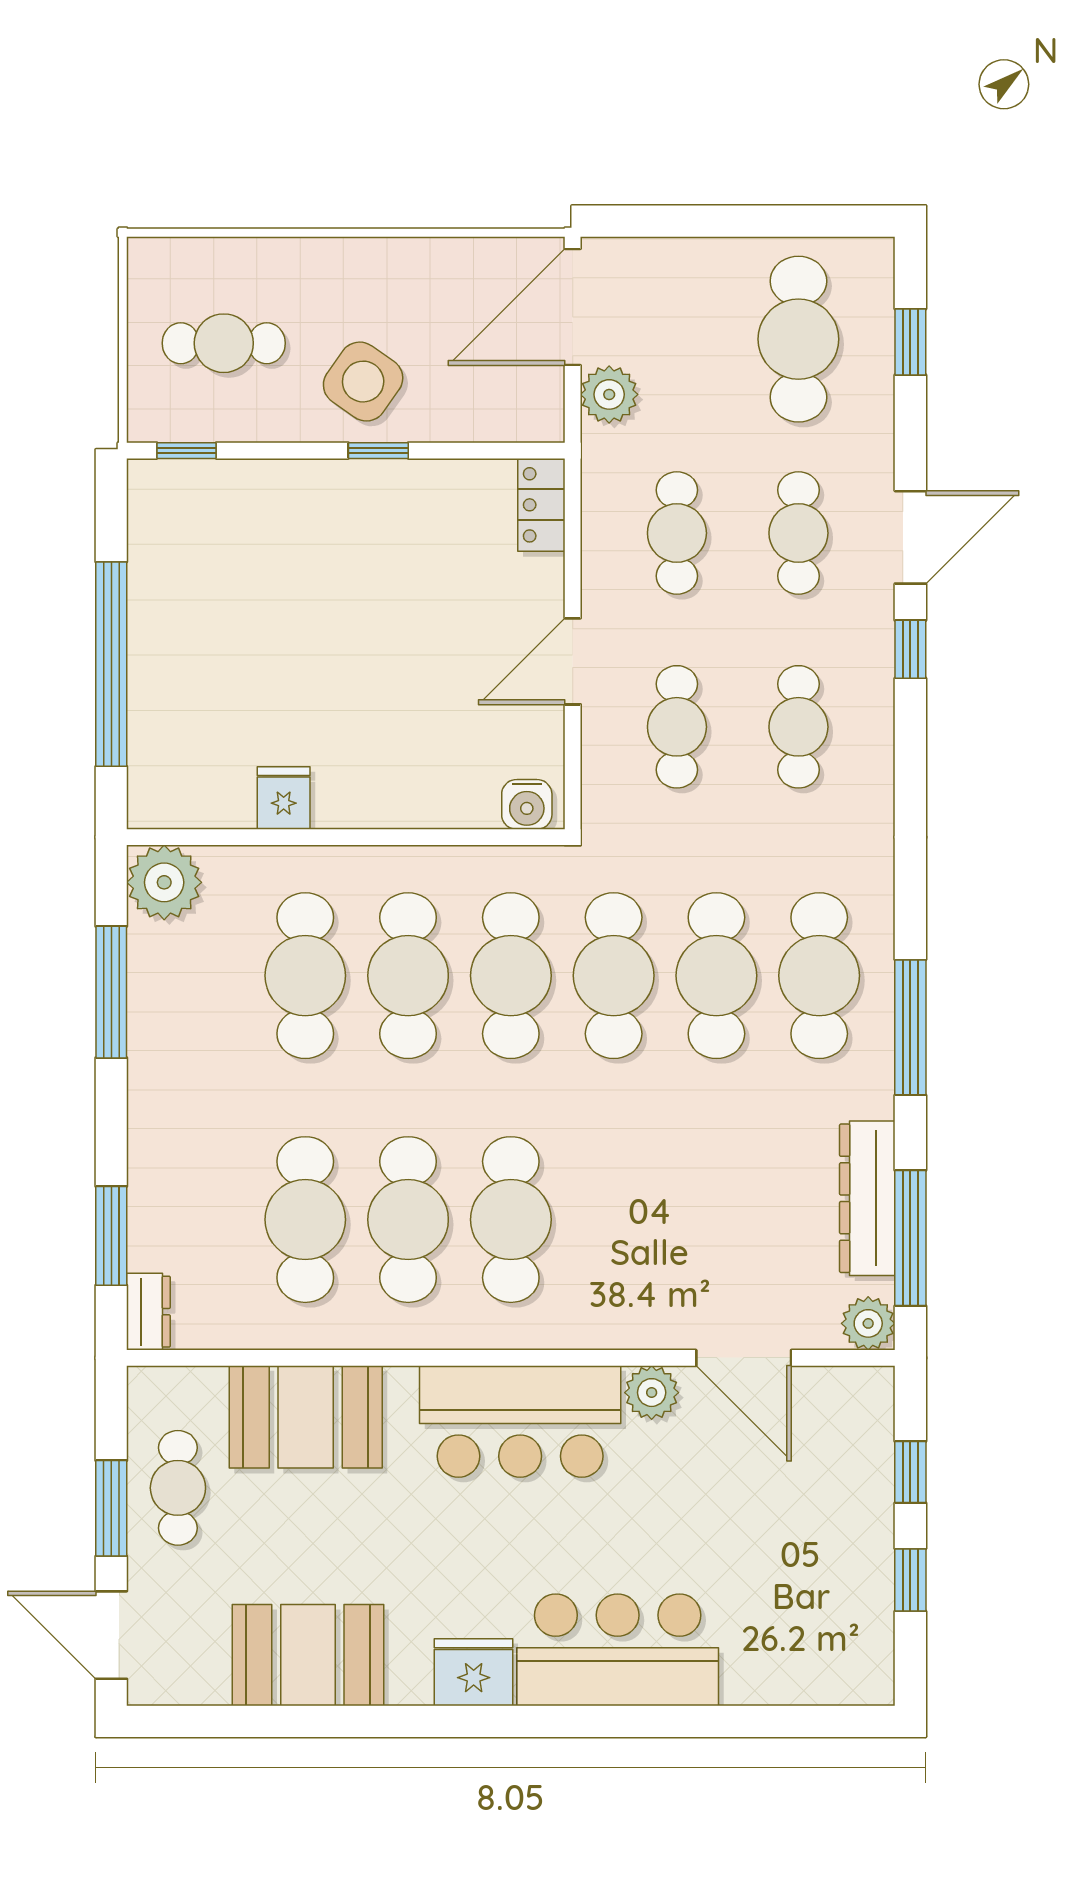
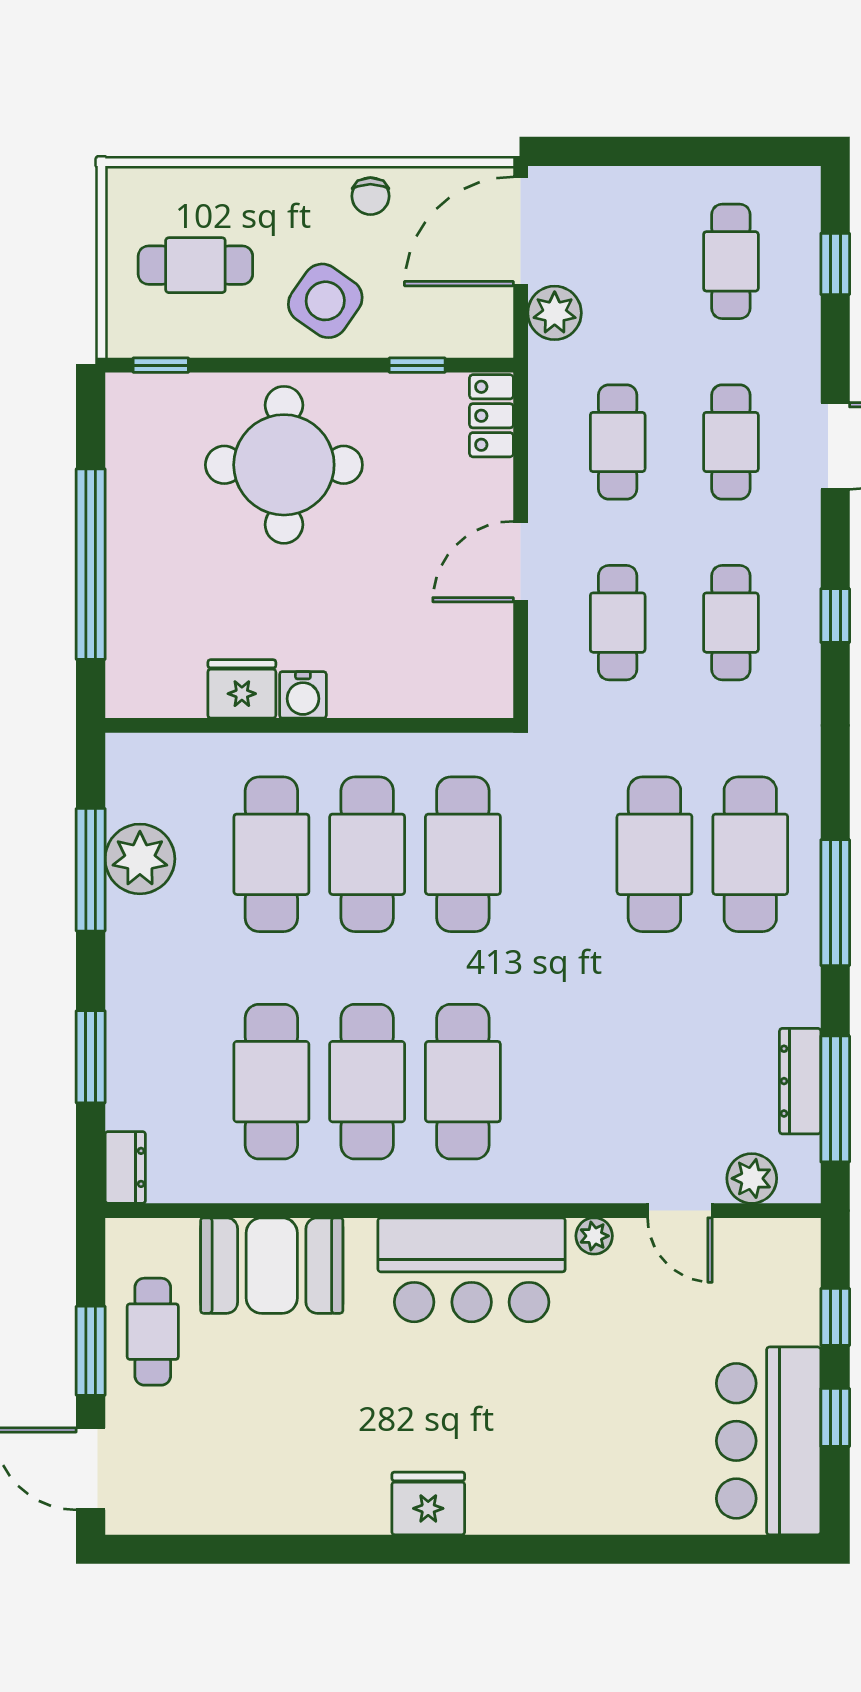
chair: (412, 269) -> (370, 196), added
cafe table: (798, 339) -> (731, 261), width x0.73, depth x0.74
window: (378, 451) -> (417, 365), moved
round table: (319, 558) -> (284, 465), added
window: (910, 649) -> (835, 616), moved
fridge: (284, 798) -> (242, 689), width x1.38
water cooler: (527, 804) -> (303, 695), moved
plant: (164, 882) -> (140, 859), moved
cafe table: (614, 976) -> (559, 854), removed
dresser: (867, 1198) -> (800, 1081), width x0.73, depth x0.80
window: (111, 1236) -> (91, 1057), moved
plant: (868, 1323) -> (752, 1178), moved
door: (744, 1358) -> (680, 1211), width x0.73
plant: (652, 1393) -> (594, 1236), width x0.73, depth x0.73
bar counter: (618, 1650) -> (769, 1441), moved, turned -90
booth: (308, 1655) -> (274, 1488), removed

